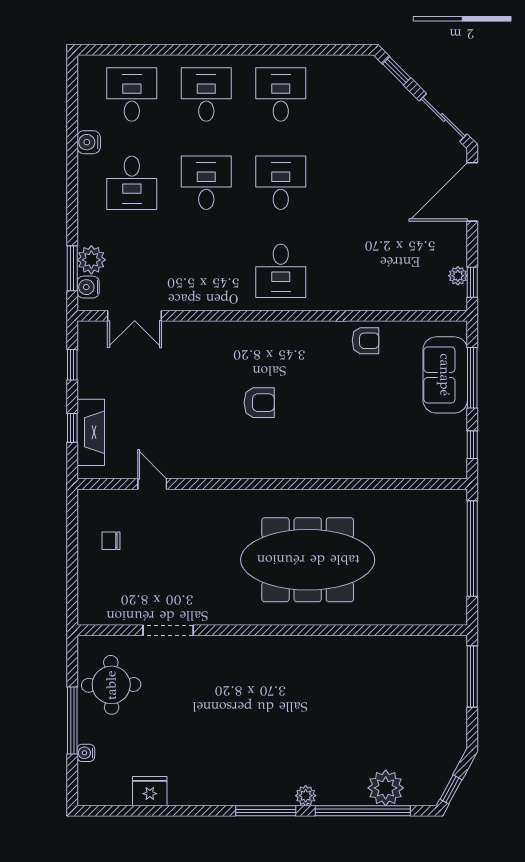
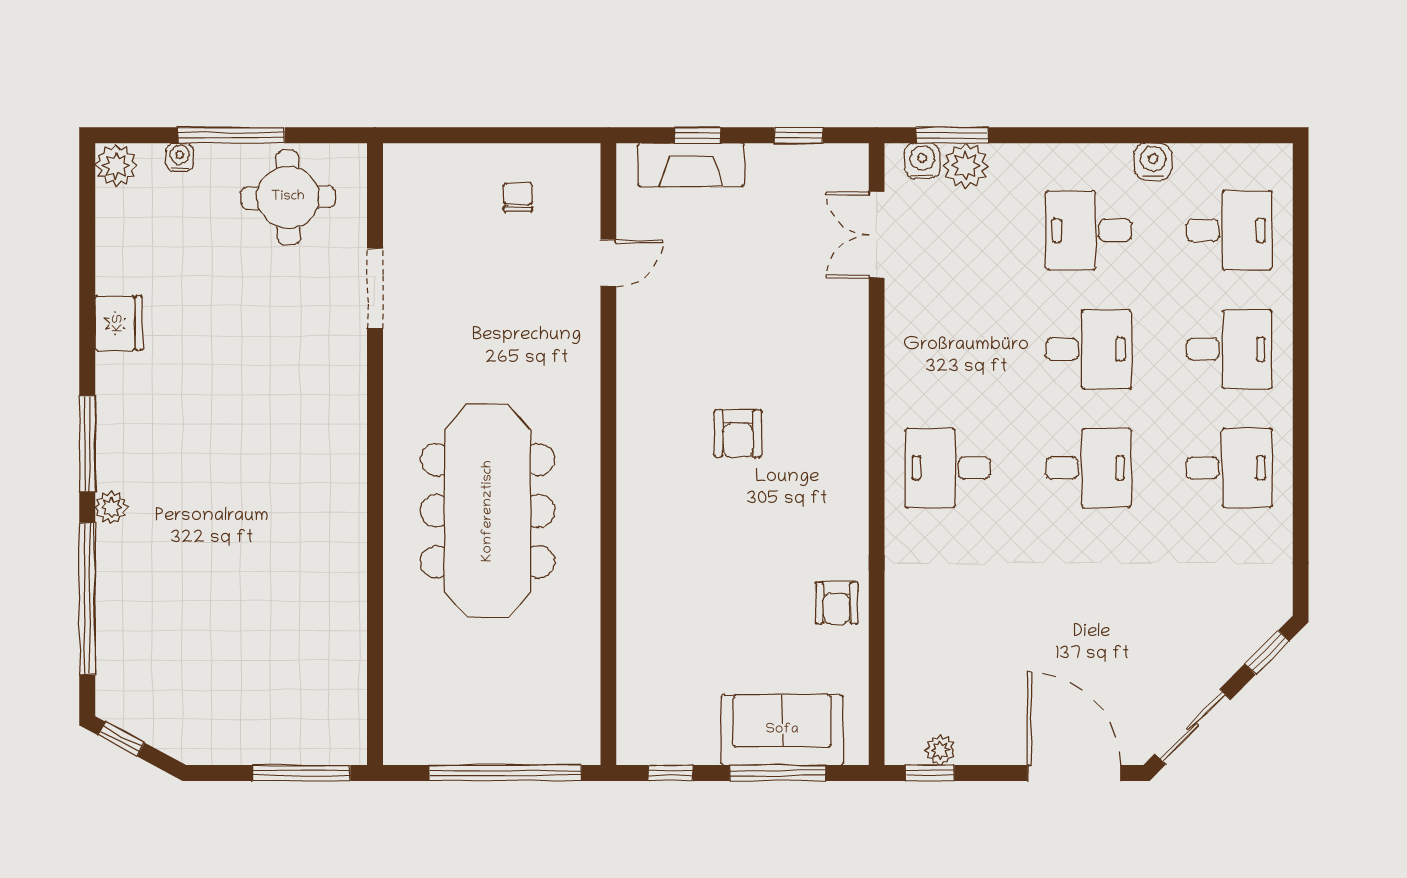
plant: (386, 788) -> (116, 166), moved, width x0.73, depth x0.73
fridge: (150, 791) -> (119, 323), moved

